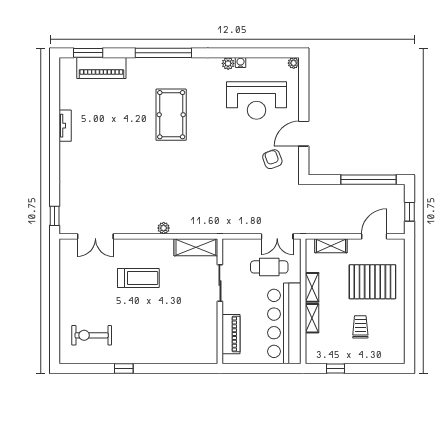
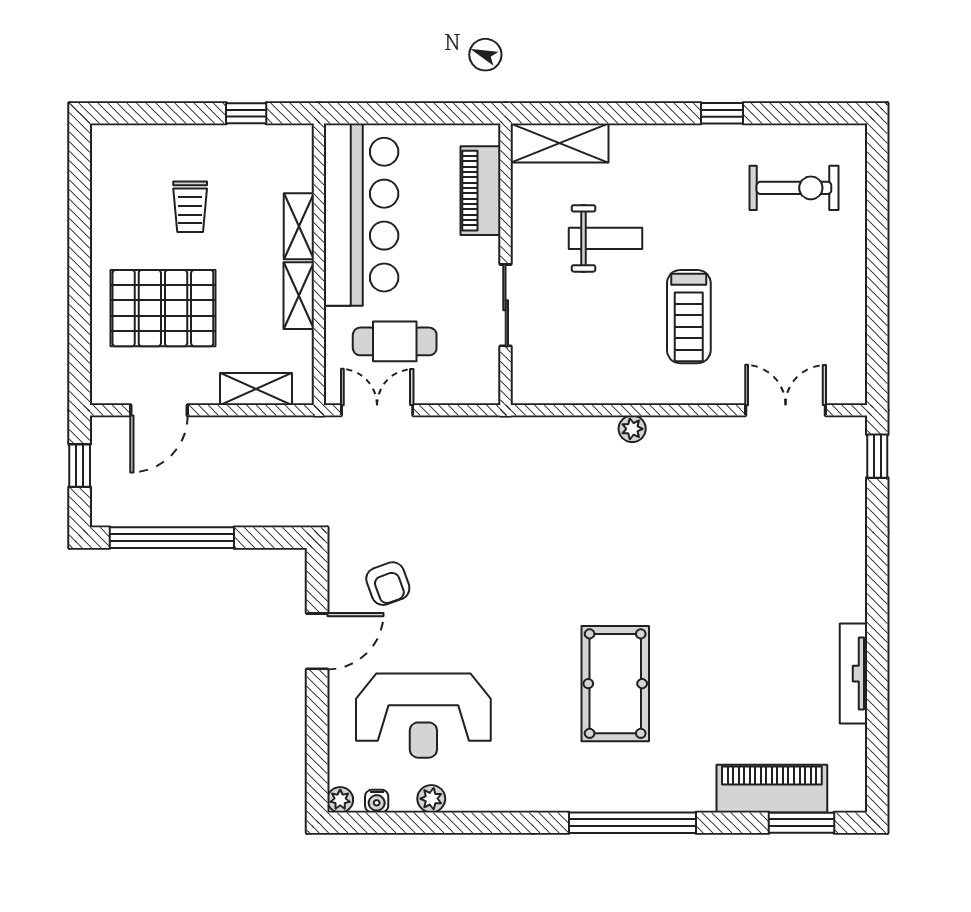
water cooler: (241, 62) -> (377, 801), moved
plant: (228, 63) -> (431, 799), moved
reception desk: (257, 100) -> (423, 716), turned 180
tv unit: (65, 126) -> (853, 674), width x1.41
shelving: (196, 247) -> (559, 143), moved
treadmill: (138, 278) -> (689, 317), turned -90
weight bench: (175, 313) -> (605, 238), added

